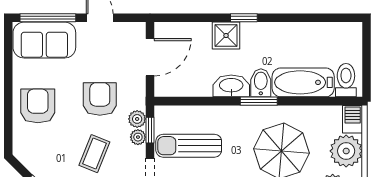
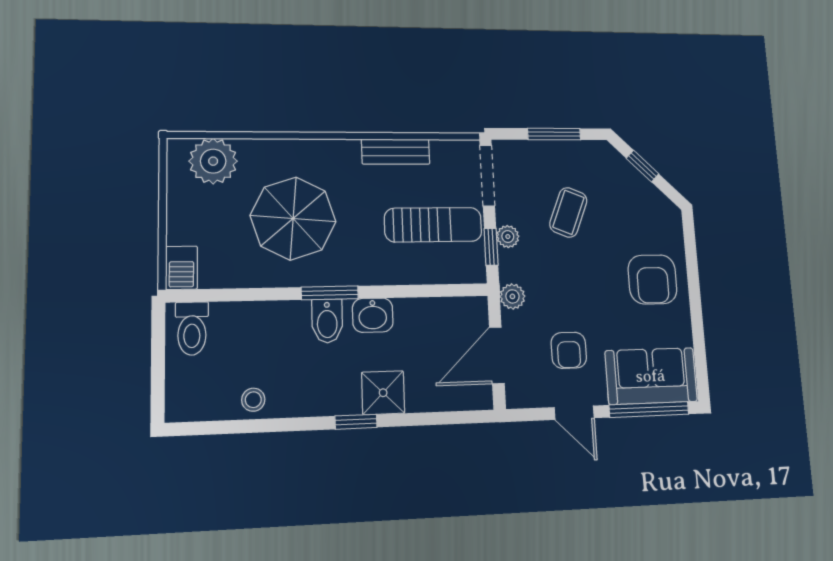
stool: (308, 34) -> (253, 400), added
bathtub: (303, 82) -> (261, 323), removed
washbasin: (231, 86) -> (373, 315), width x0.72
armchair: (100, 99) -> (569, 350), moved, width x0.72, depth x0.72
plant: (137, 119) -> (512, 296), moved
plant: (346, 151) -> (192, 219), removed

